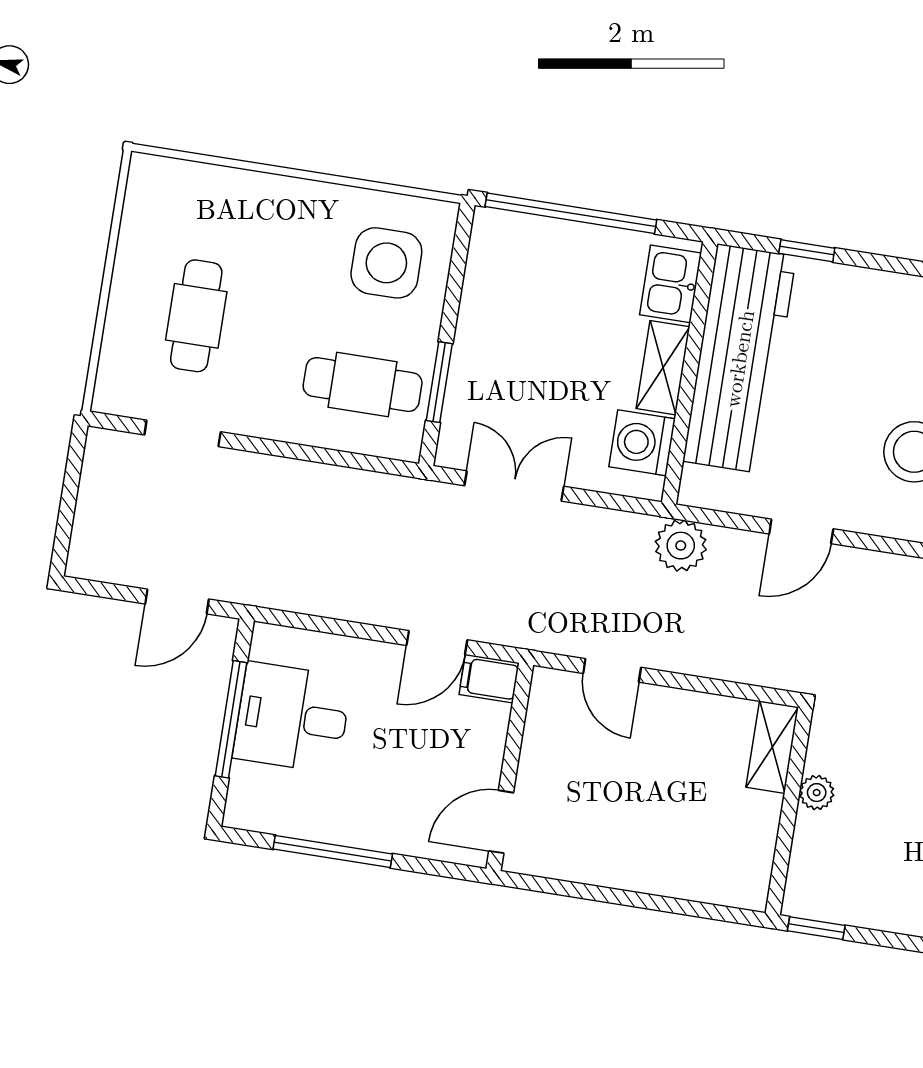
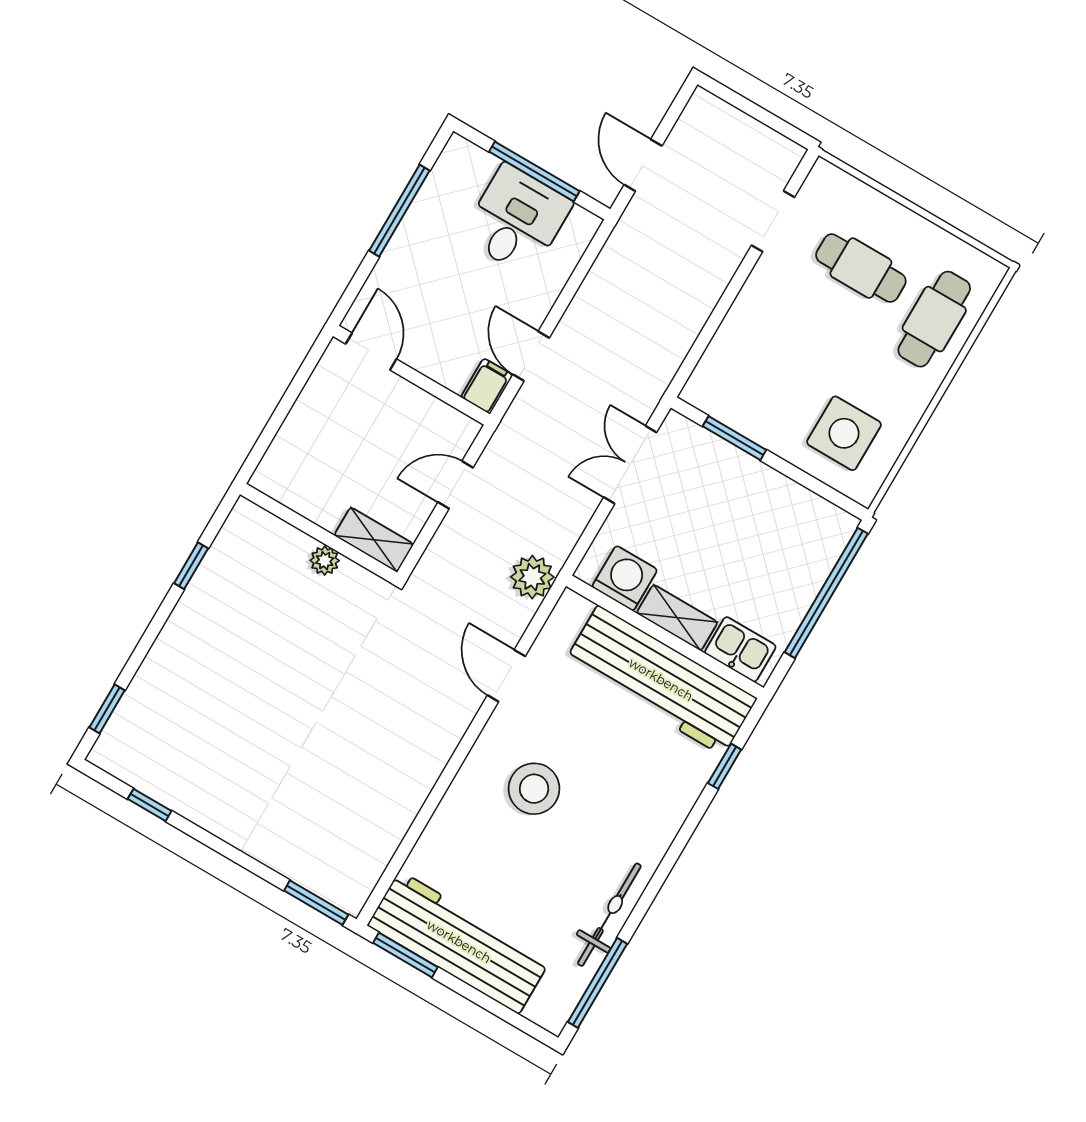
cafe table: (363, 385) -> (934, 319), moved
double door: (514, 486) -> (630, 465), swing flipped
shelving: (772, 747) -> (374, 540), moved
plant: (817, 793) -> (325, 561), moved
wall: (789, 811) -> (319, 533), moved

